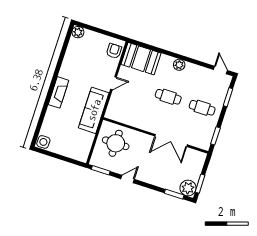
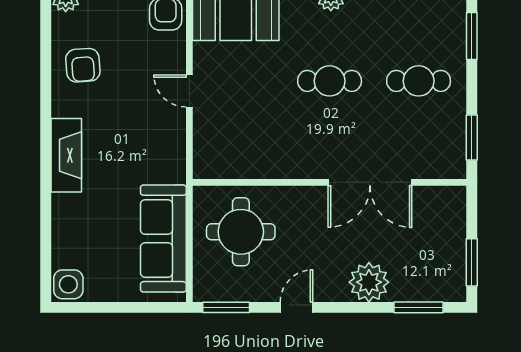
armchair: (76, 60) -> (83, 65), added
door: (113, 83) -> (189, 91), swing flipped
sofa: (94, 110) -> (163, 238), moved
plant: (188, 188) -> (369, 282), moved

